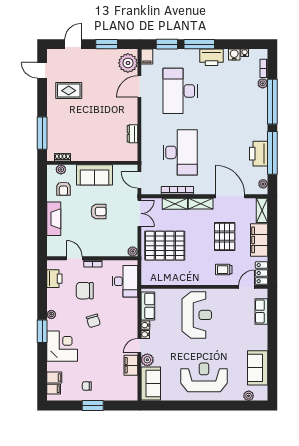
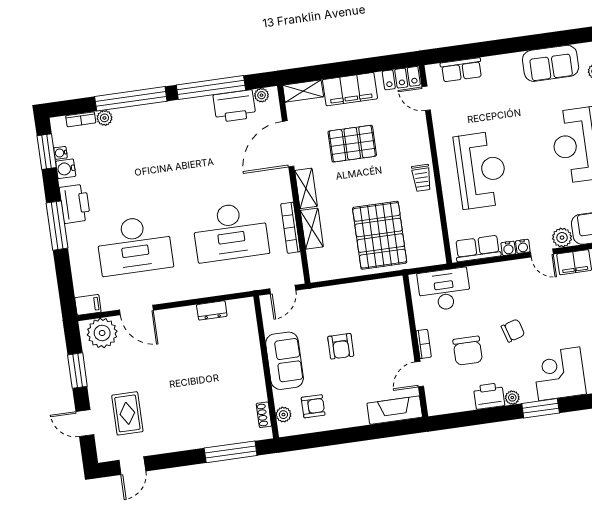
window: (167, 44) -> (47, 152), moved
rug: (69, 91) -> (127, 413), moved
desk: (180, 152) -> (231, 232), turned 180
printer: (259, 154) -> (234, 106), moved
armchair: (99, 211) -> (341, 346), turned 180
double door: (139, 213) -> (335, 282), removed
fireplace: (54, 219) -> (395, 410), moved
plant: (133, 252) -> (396, 284), removed
trolley: (224, 270) -> (422, 178), moved
printer: (54, 279) -> (489, 396), moved
reception desk: (197, 315) -> (481, 170), turned 90

